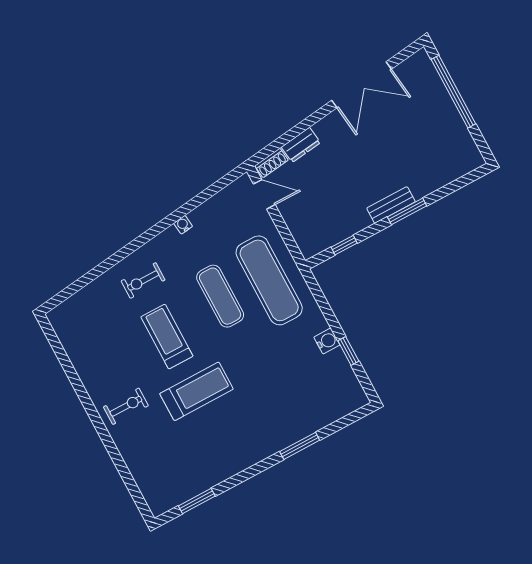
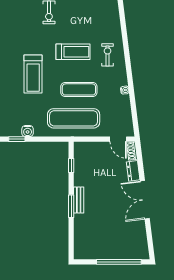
double door: (362, 85) -> (145, 200), moved
door: (264, 194) -> (118, 139), hinge flipped
treadmill: (197, 391) -> (33, 74), moved

